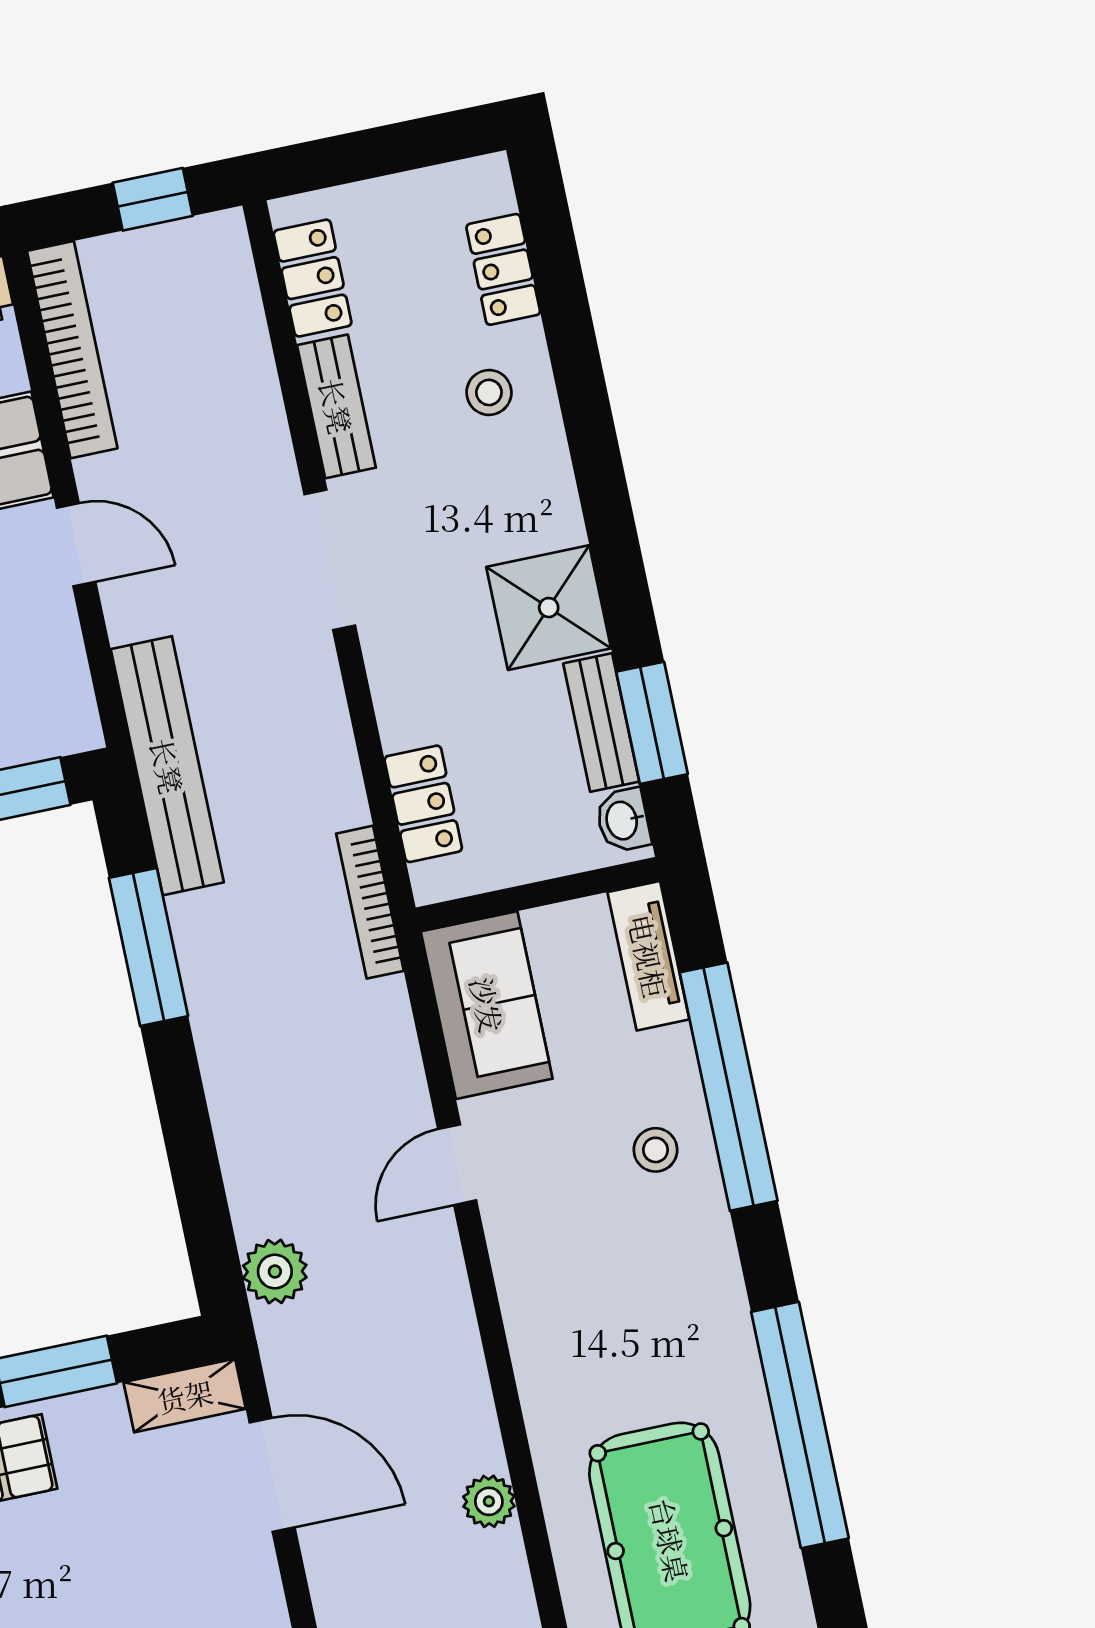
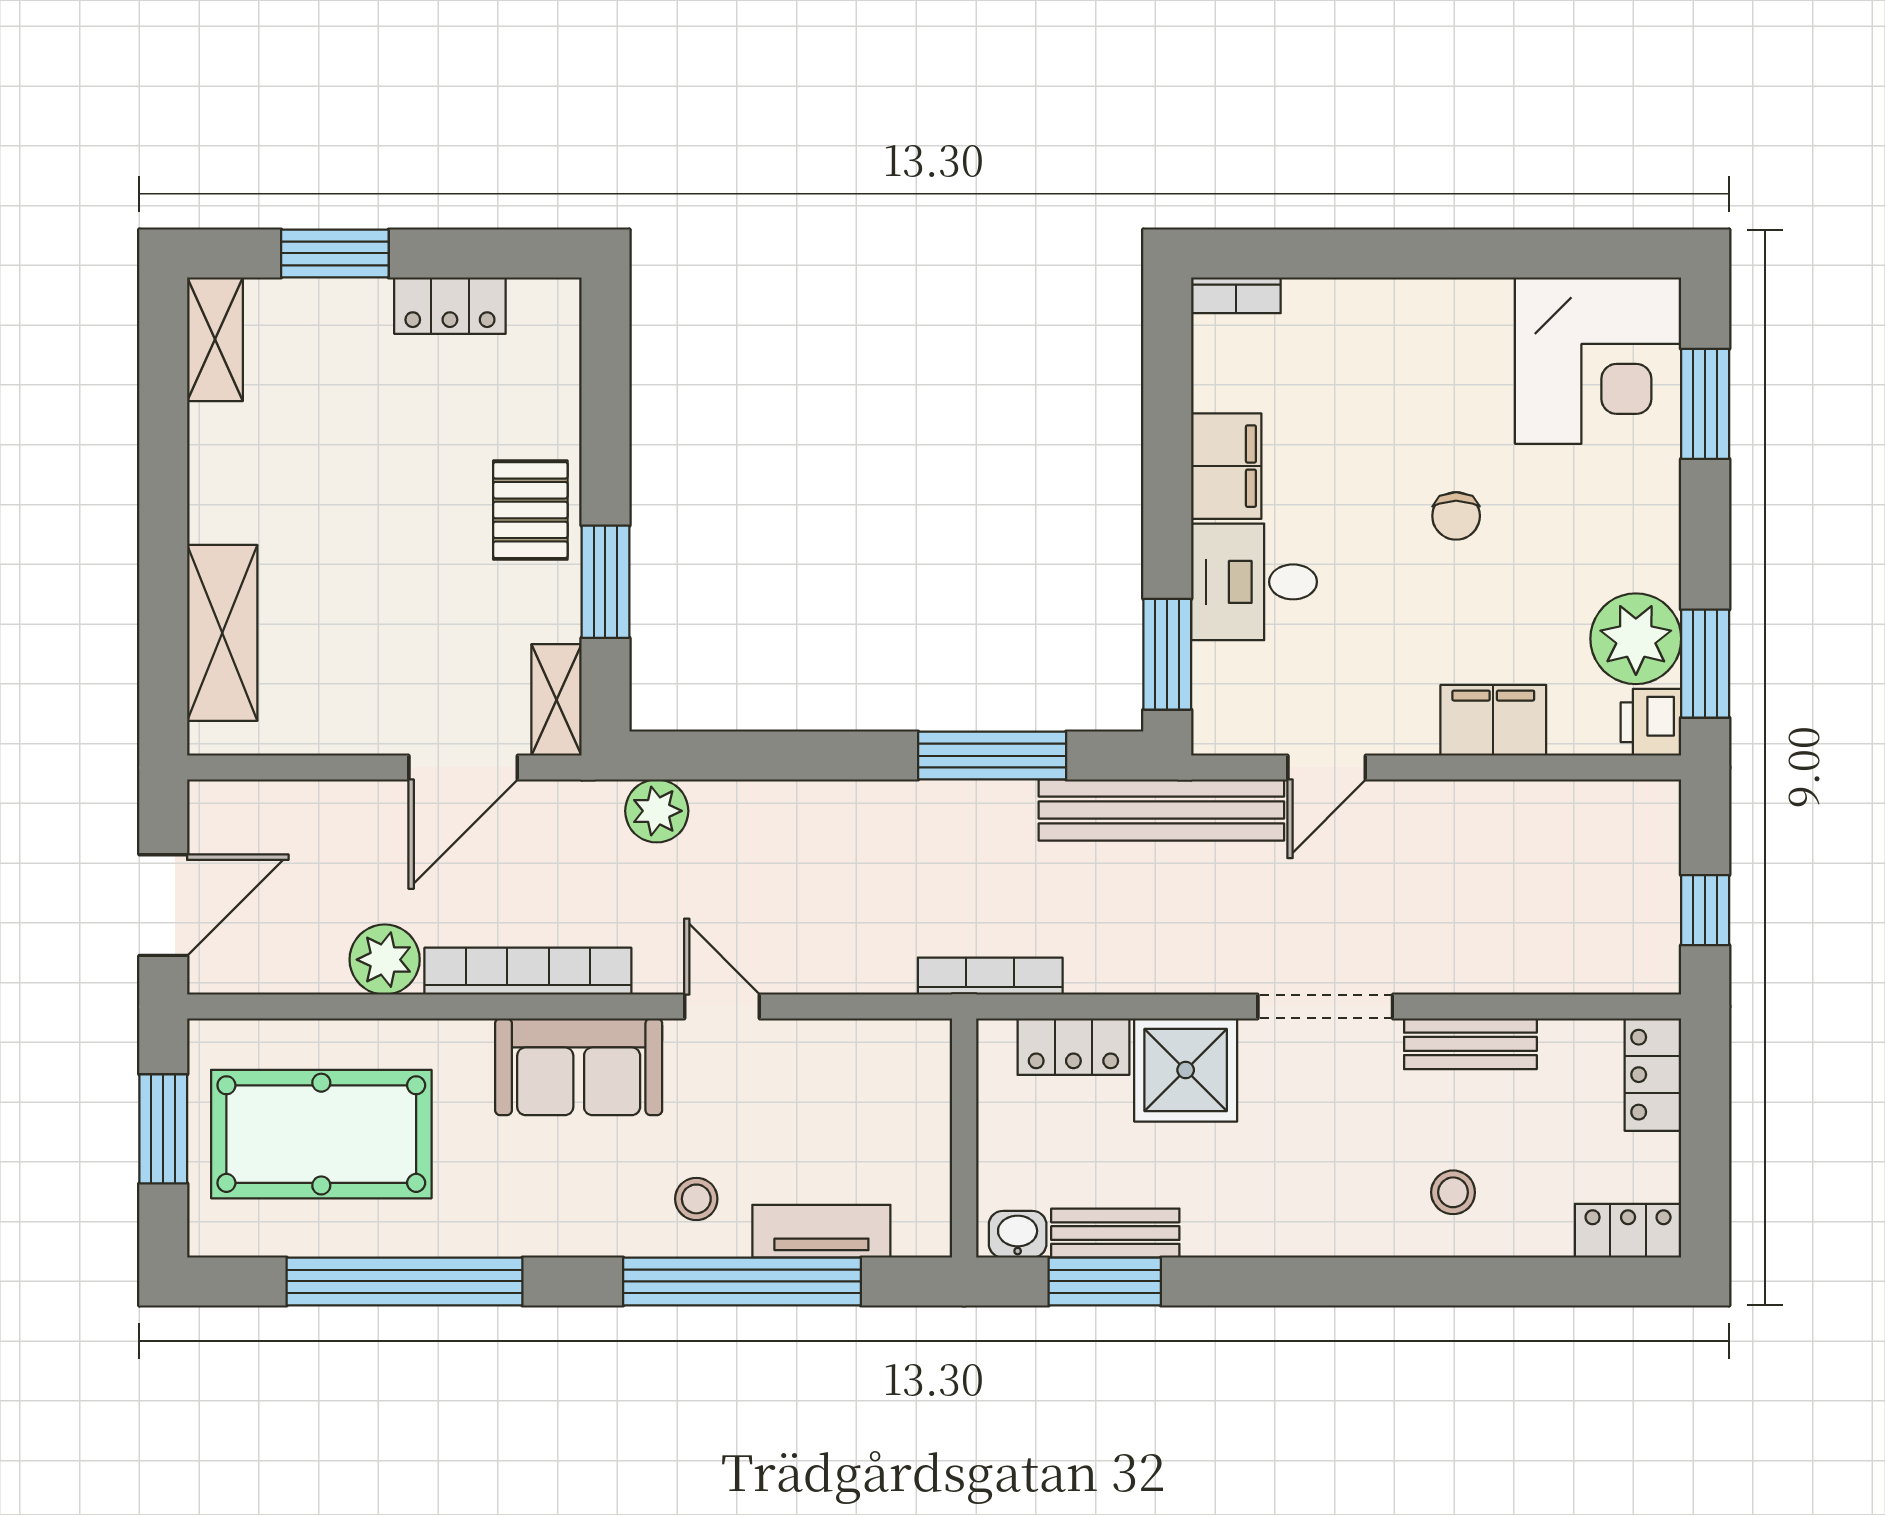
locker: (503, 269) -> (1628, 1231), moved
locker: (313, 278) -> (1653, 1075), moved, turned 90
bookcase: (72, 350) -> (528, 971), moved, turned 180
door: (76, 545) -> (1327, 767), moved
shower: (549, 608) -> (1186, 1070), moved
tv unit: (648, 956) -> (821, 1231), moved
sofa: (487, 1005) -> (579, 1067), moved
plant: (489, 1501) -> (385, 960), width x1.38, depth x1.38

